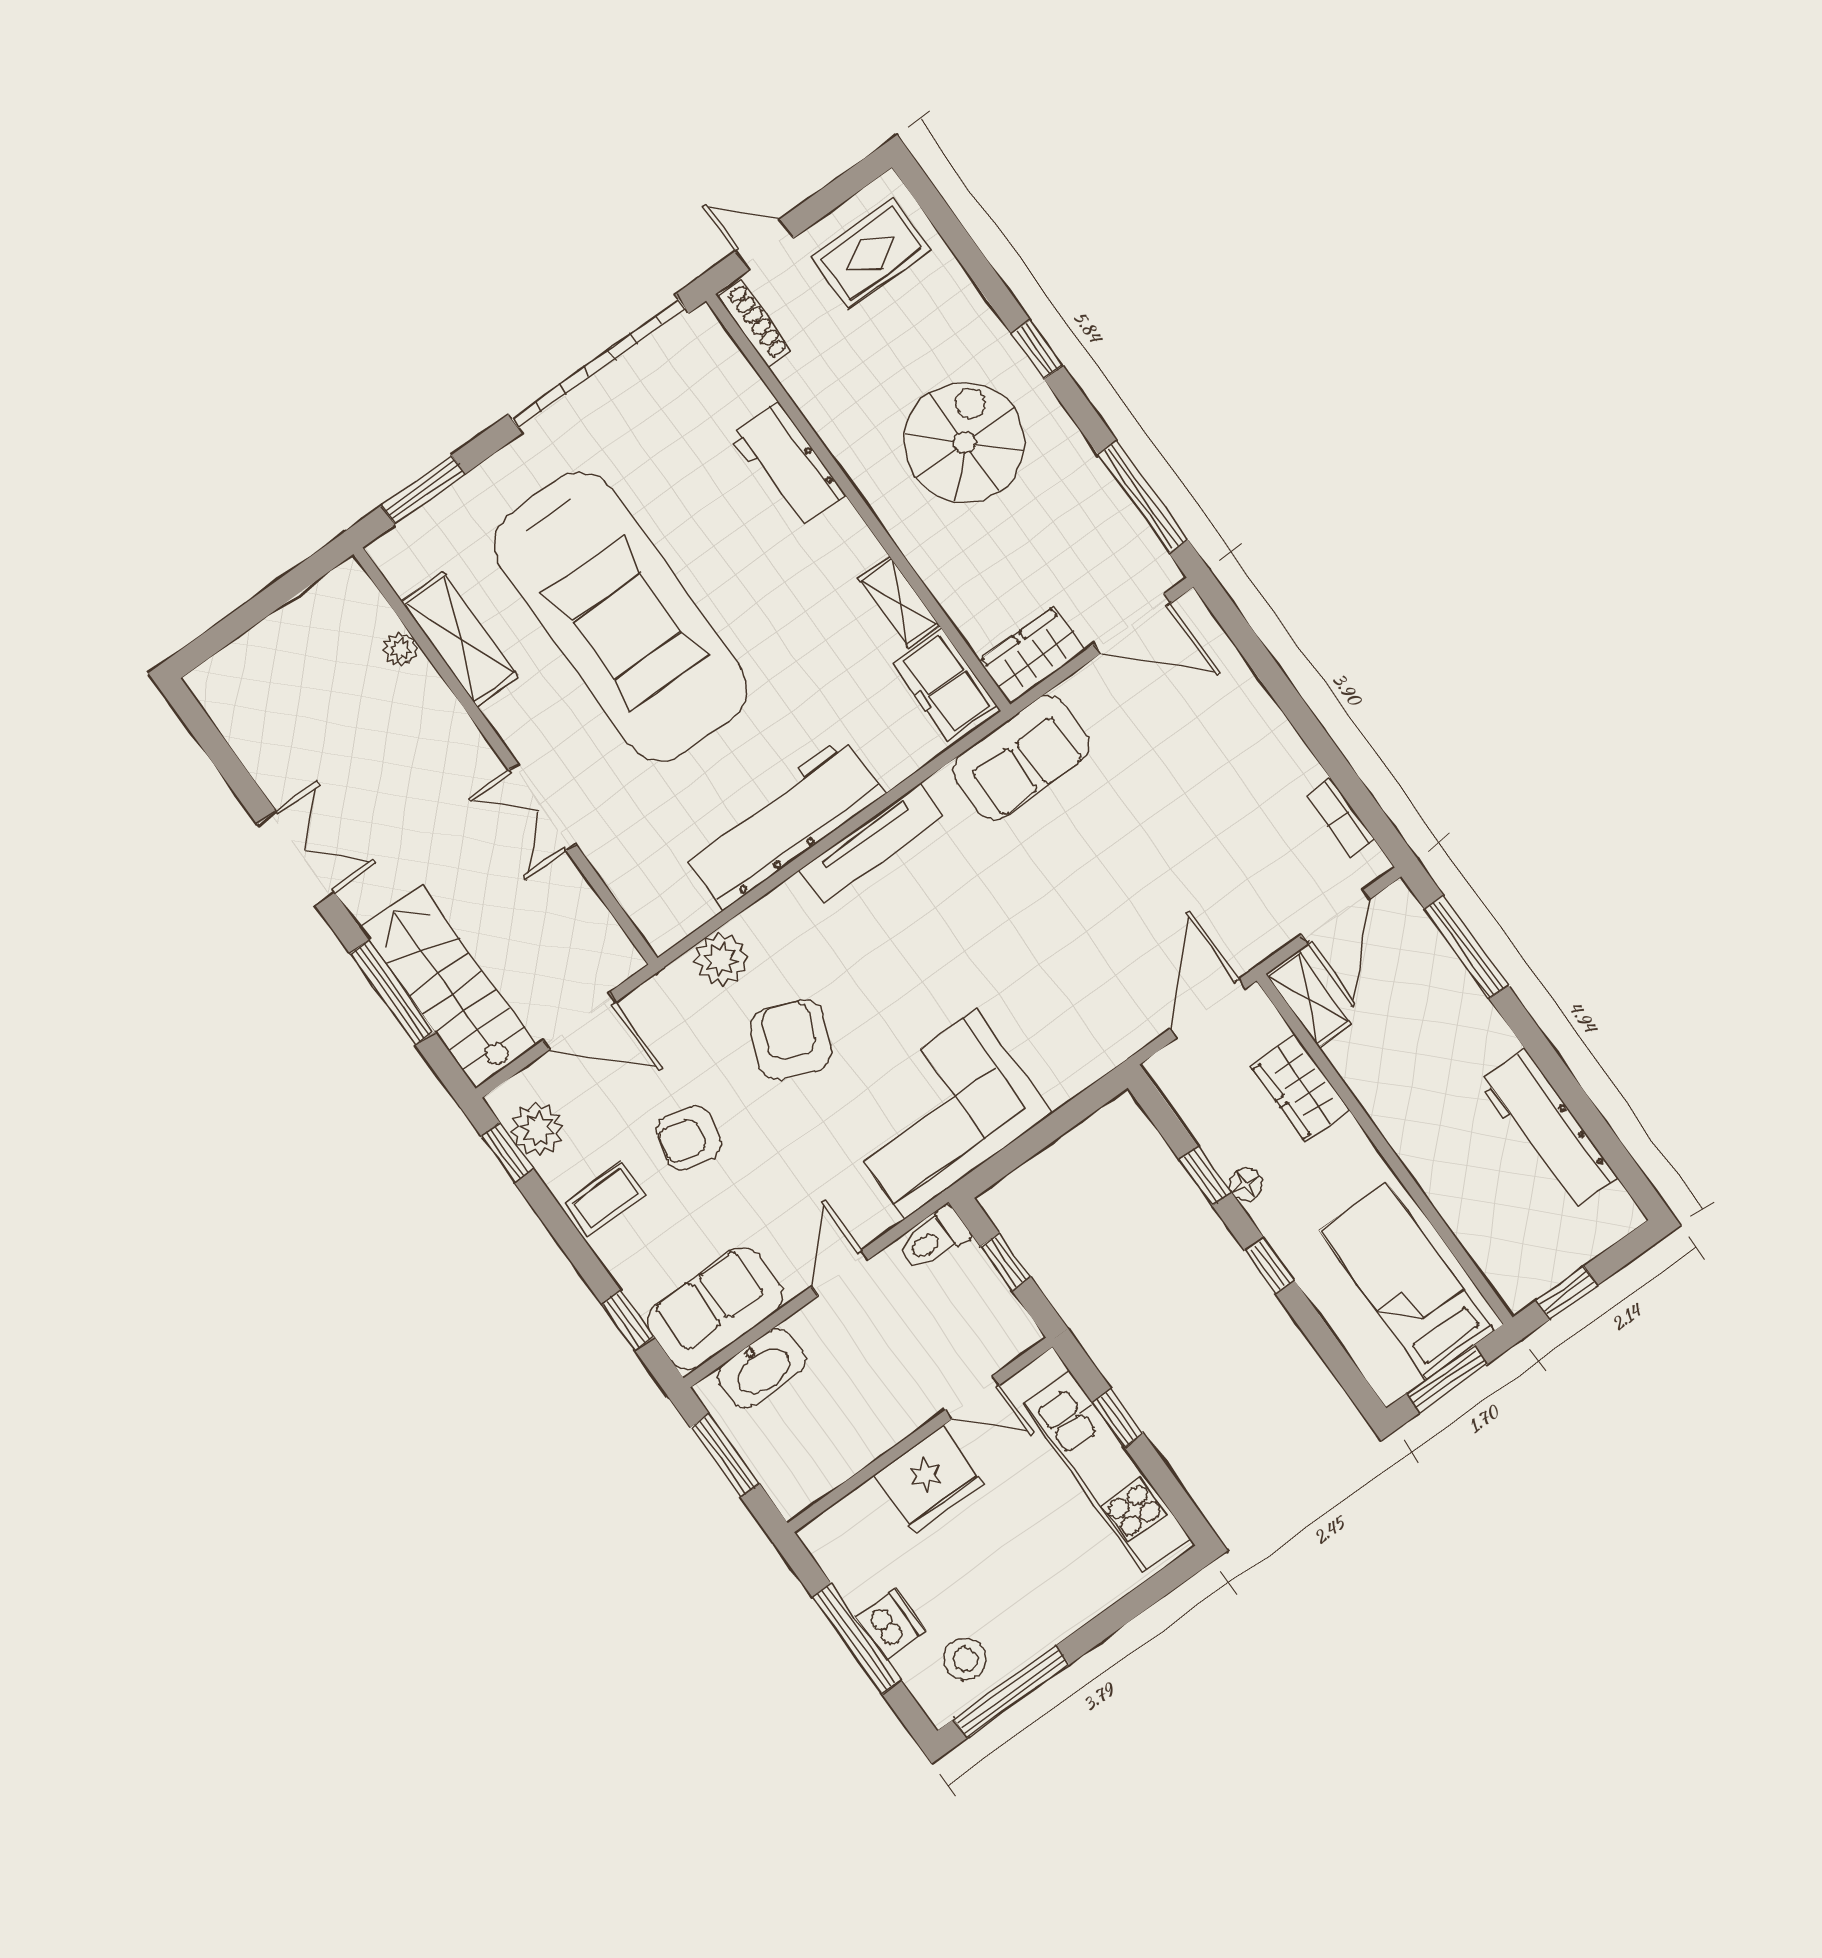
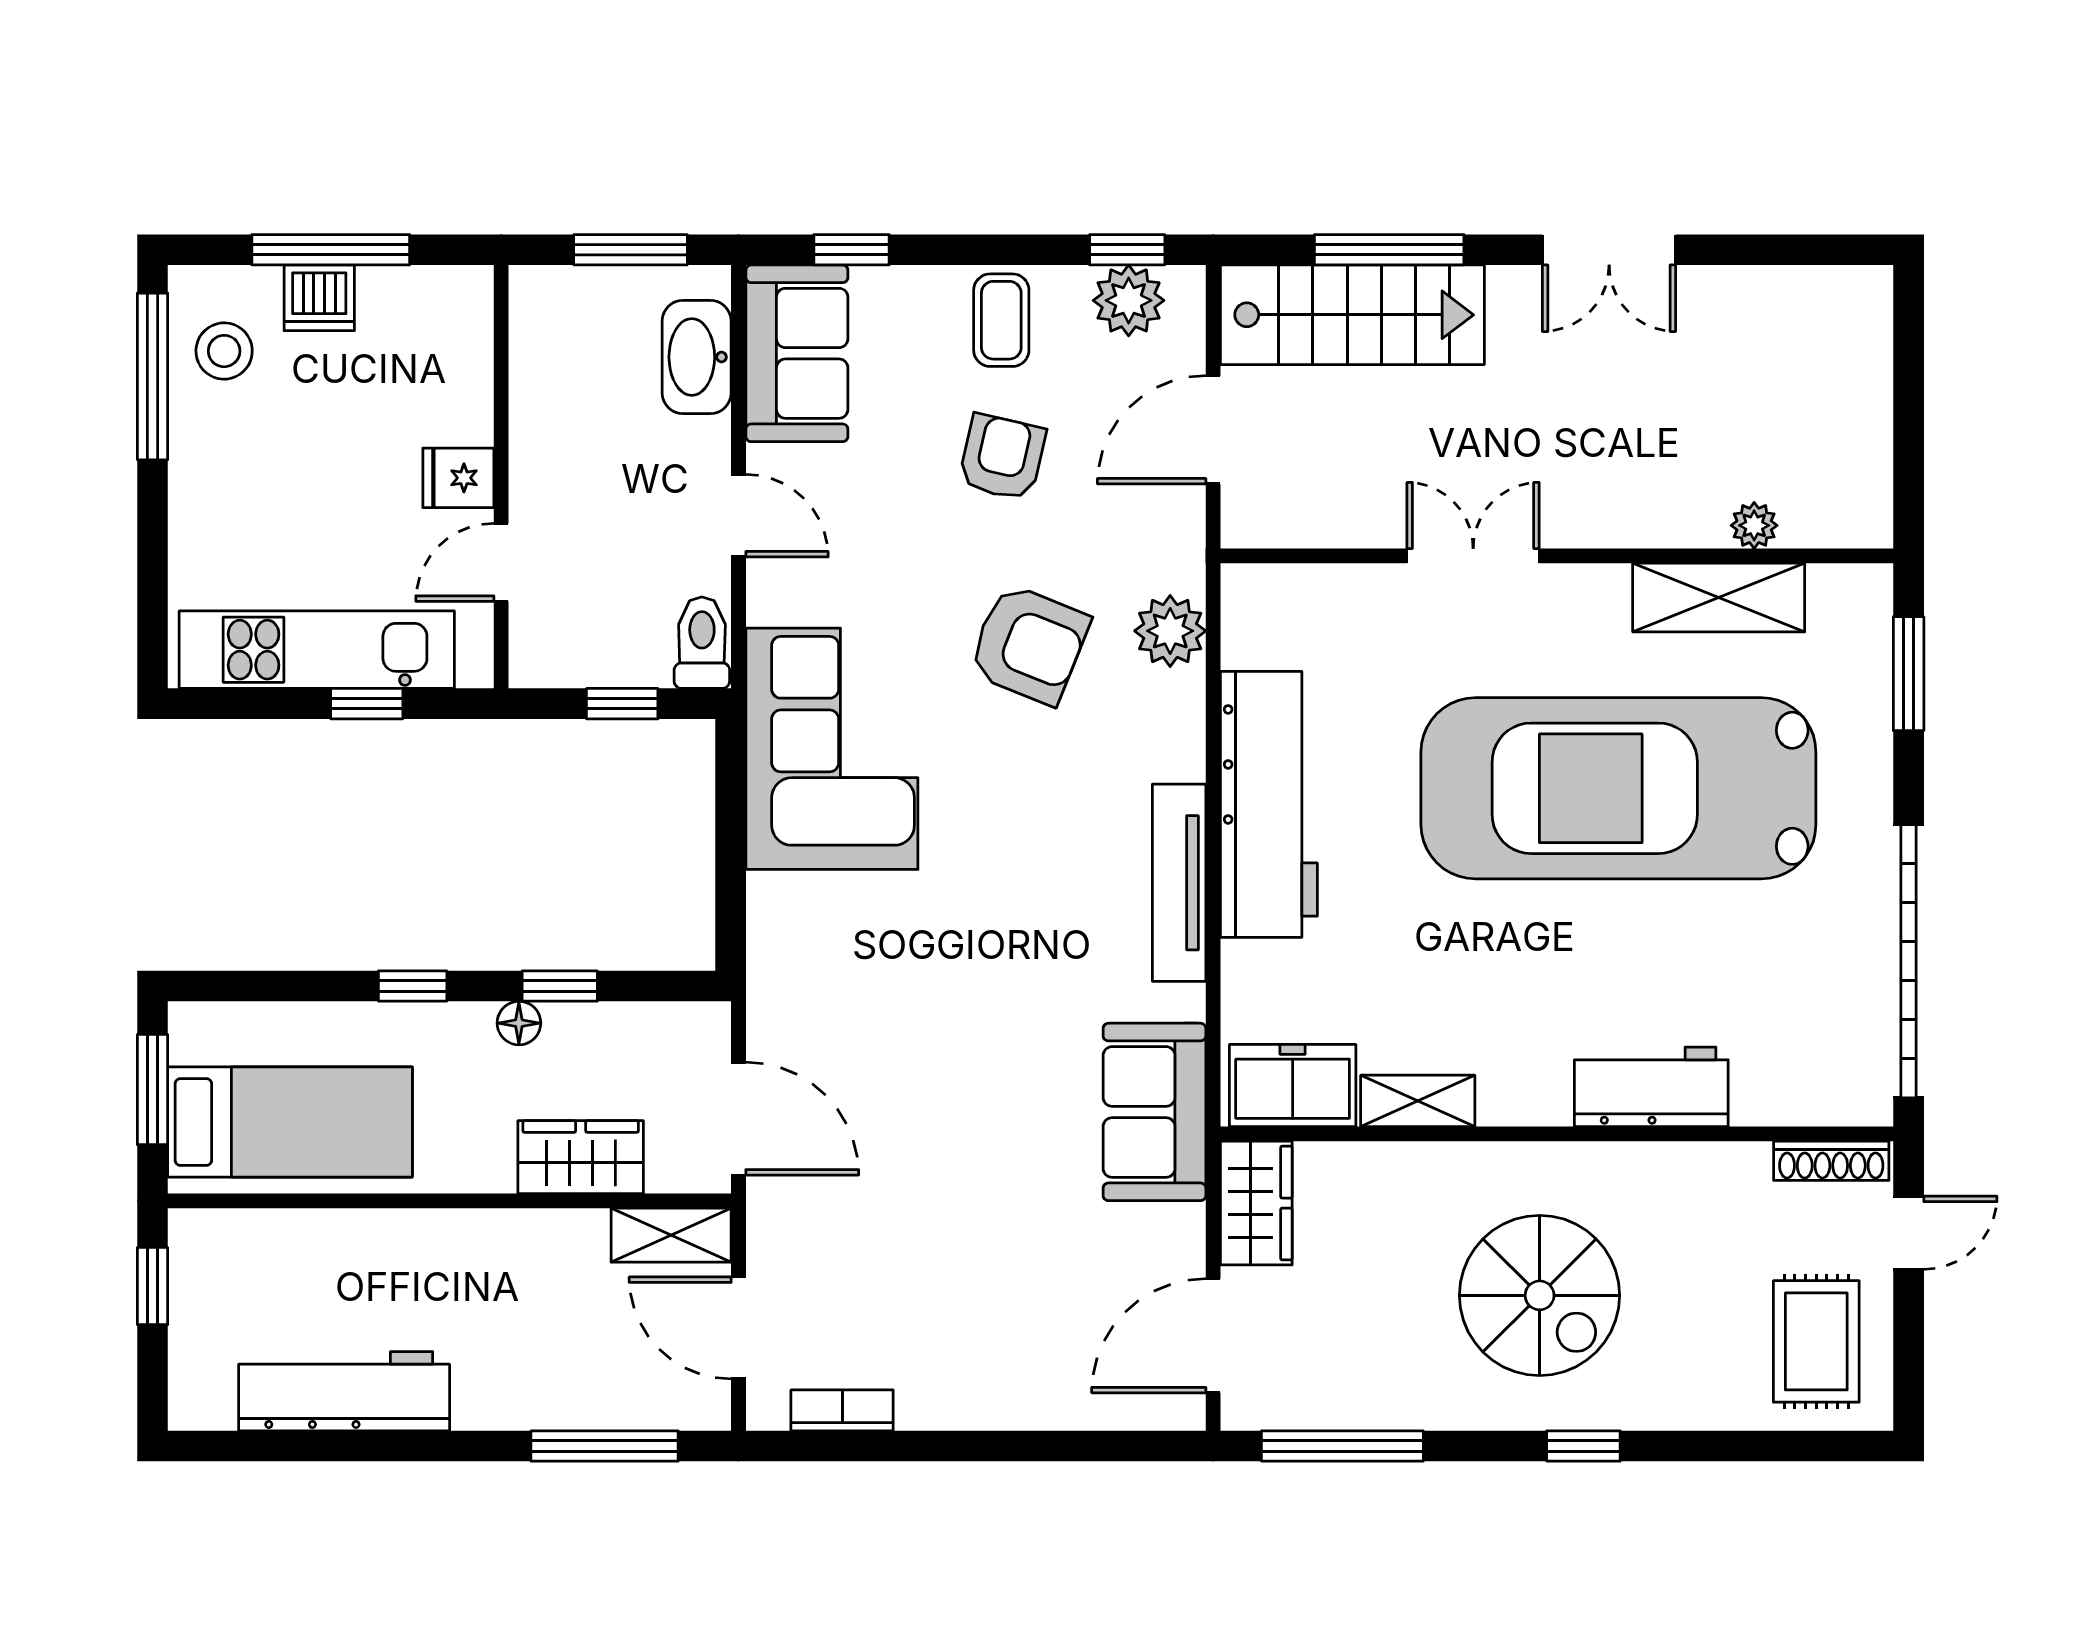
fridge: (929, 1479) -> (458, 478), width x0.53, depth x0.75

